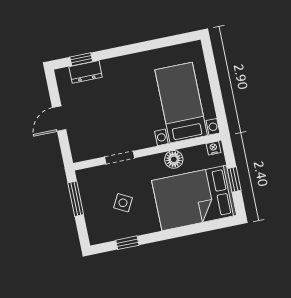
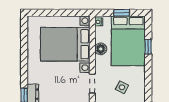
bed with nightstands: (181, 103) -> (65, 44), width x1.36
window: (127, 243) -> (148, 47), moved

